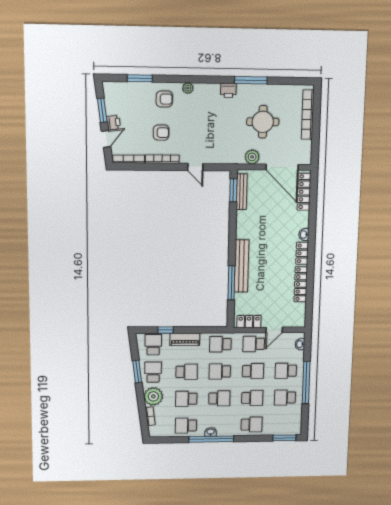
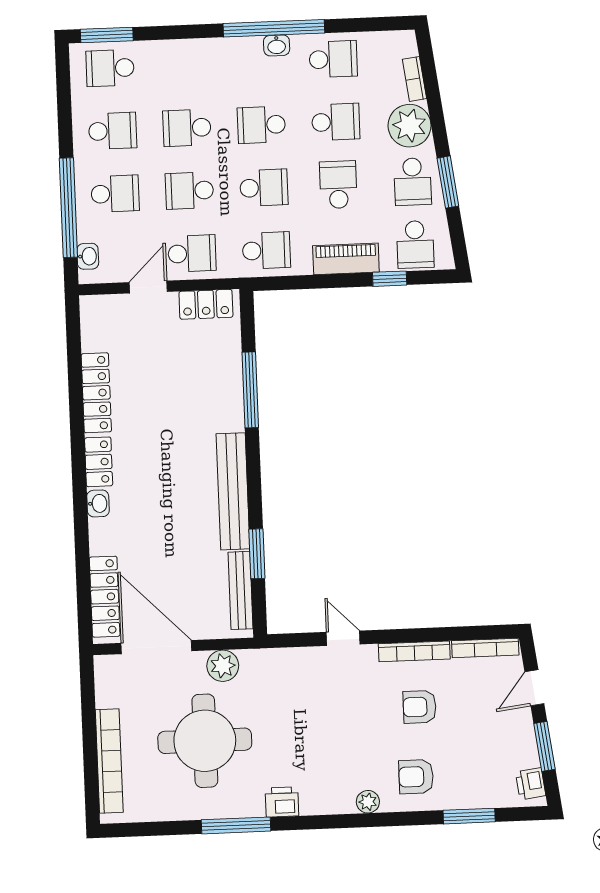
round table: (263, 122) -> (205, 741), width x1.36, depth x1.36
printer: (113, 123) -> (531, 784), moved
window: (233, 190) -> (257, 554), moved
bench: (242, 266) -> (233, 491), moved
school desk: (187, 372) -> (338, 185), turned 90
window: (306, 383) -> (68, 208), moved
school desk: (252, 425) -> (110, 68), moved

